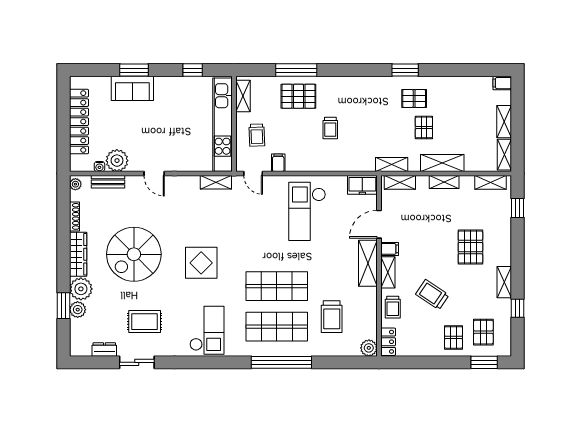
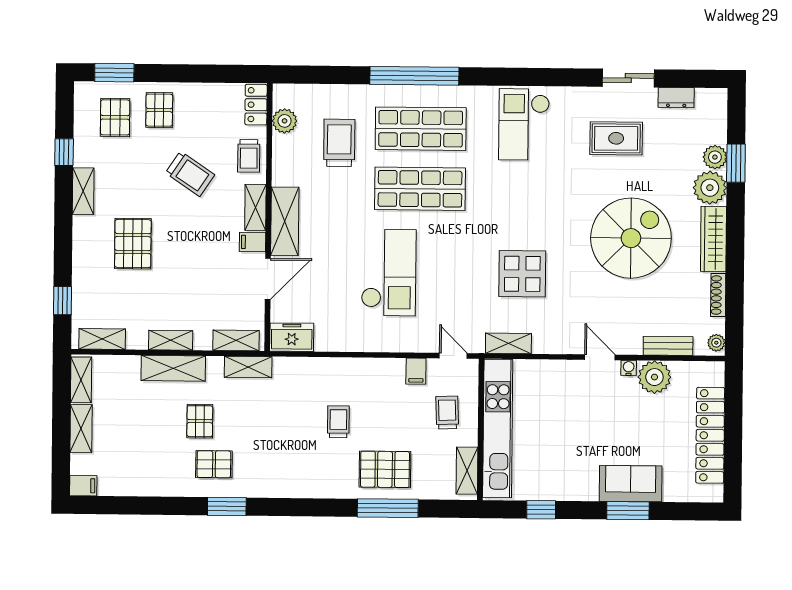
water cooler: (99, 167) -> (629, 368), moved
checkout: (307, 211) -> (389, 273), moved
display table: (201, 263) -> (522, 274), moved
trolley: (393, 307) -> (249, 156), turned 180
plant: (369, 348) -> (285, 121), moved

